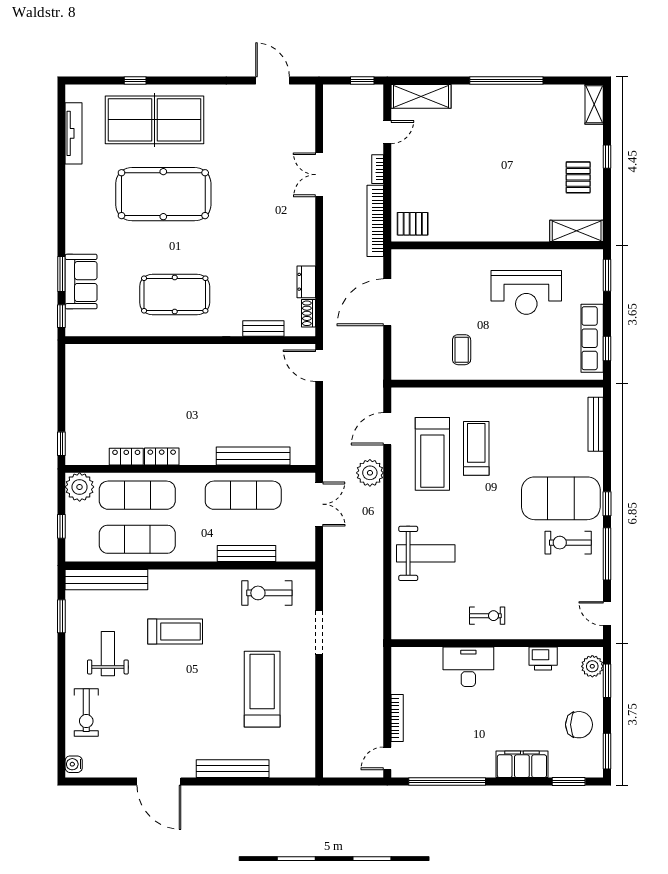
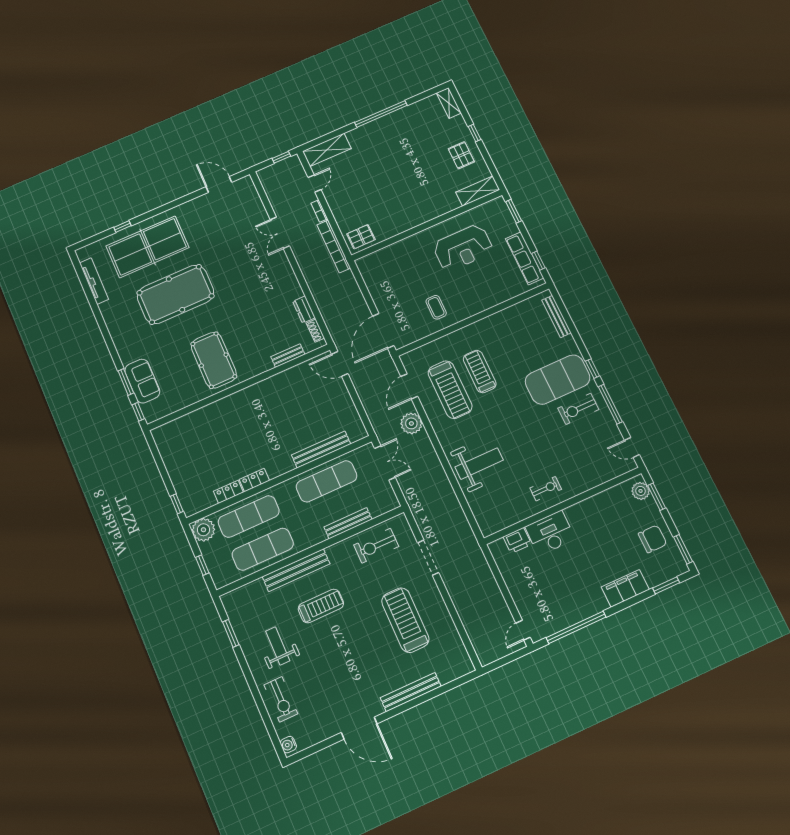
pool table: (175, 295) -> (214, 360), turned 90
door: (387, 302) -> (383, 331), moved
bench: (106, 580) -> (296, 570), moved
printer: (543, 658) -> (517, 540), moved
bookcase: (397, 718) -> (516, 596), removed

